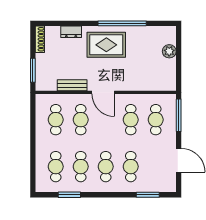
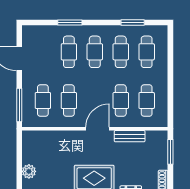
door: (103, 92) -> (97, 129), hinge flipped
window: (148, 195) -> (70, 23), moved

